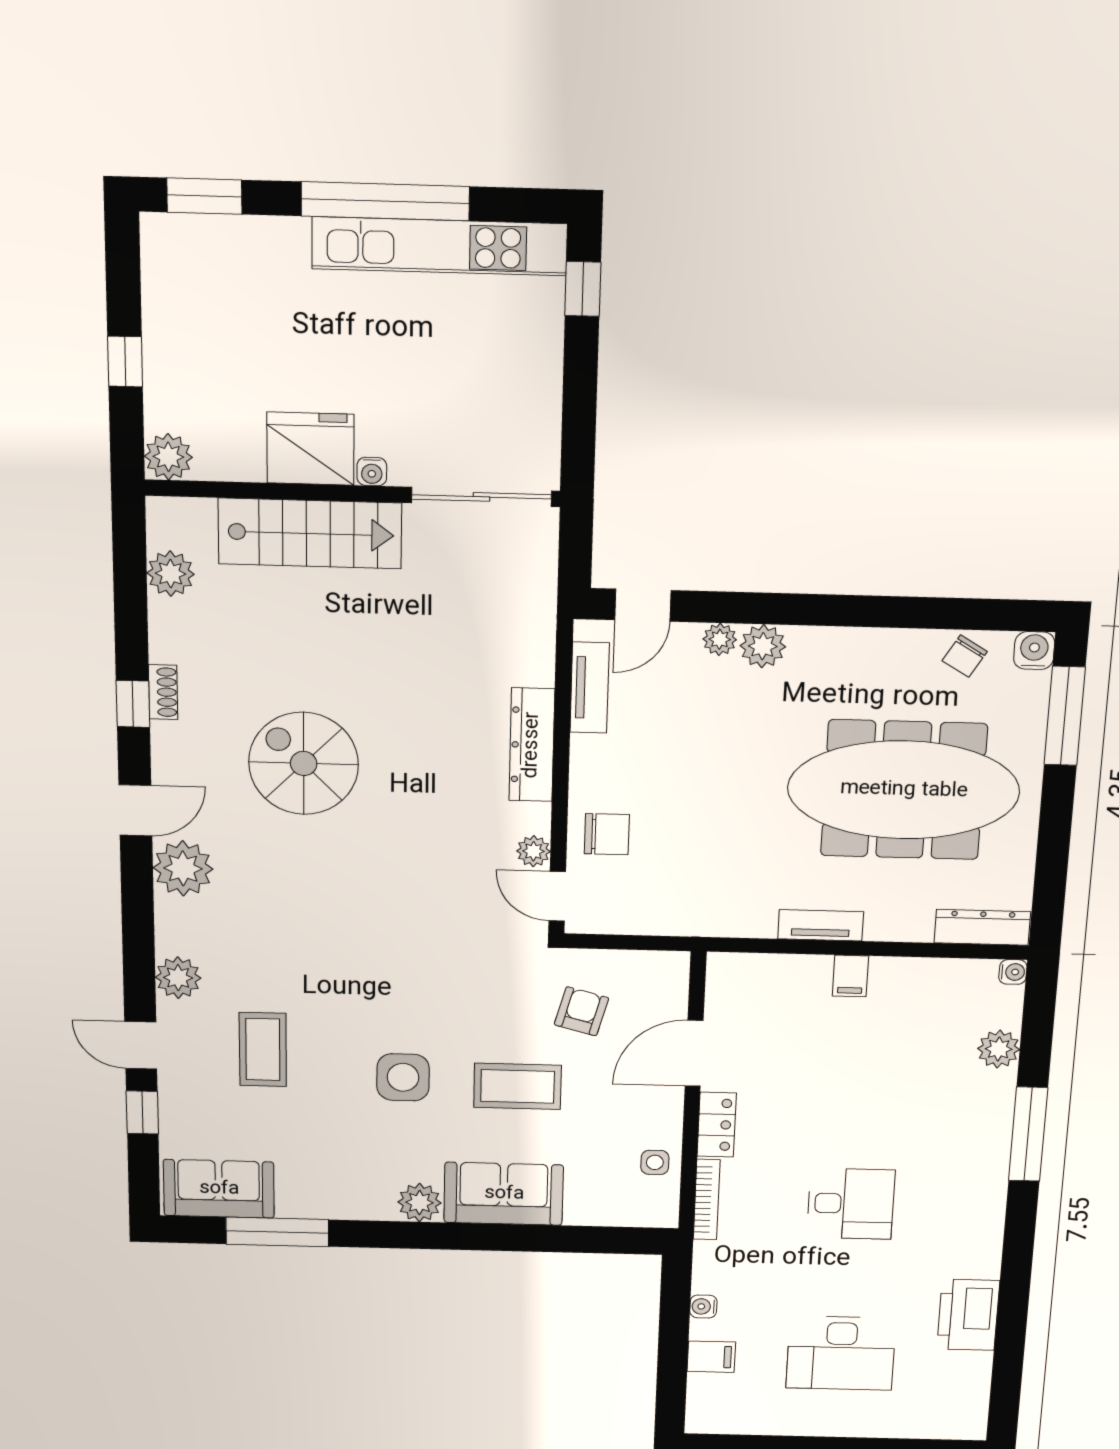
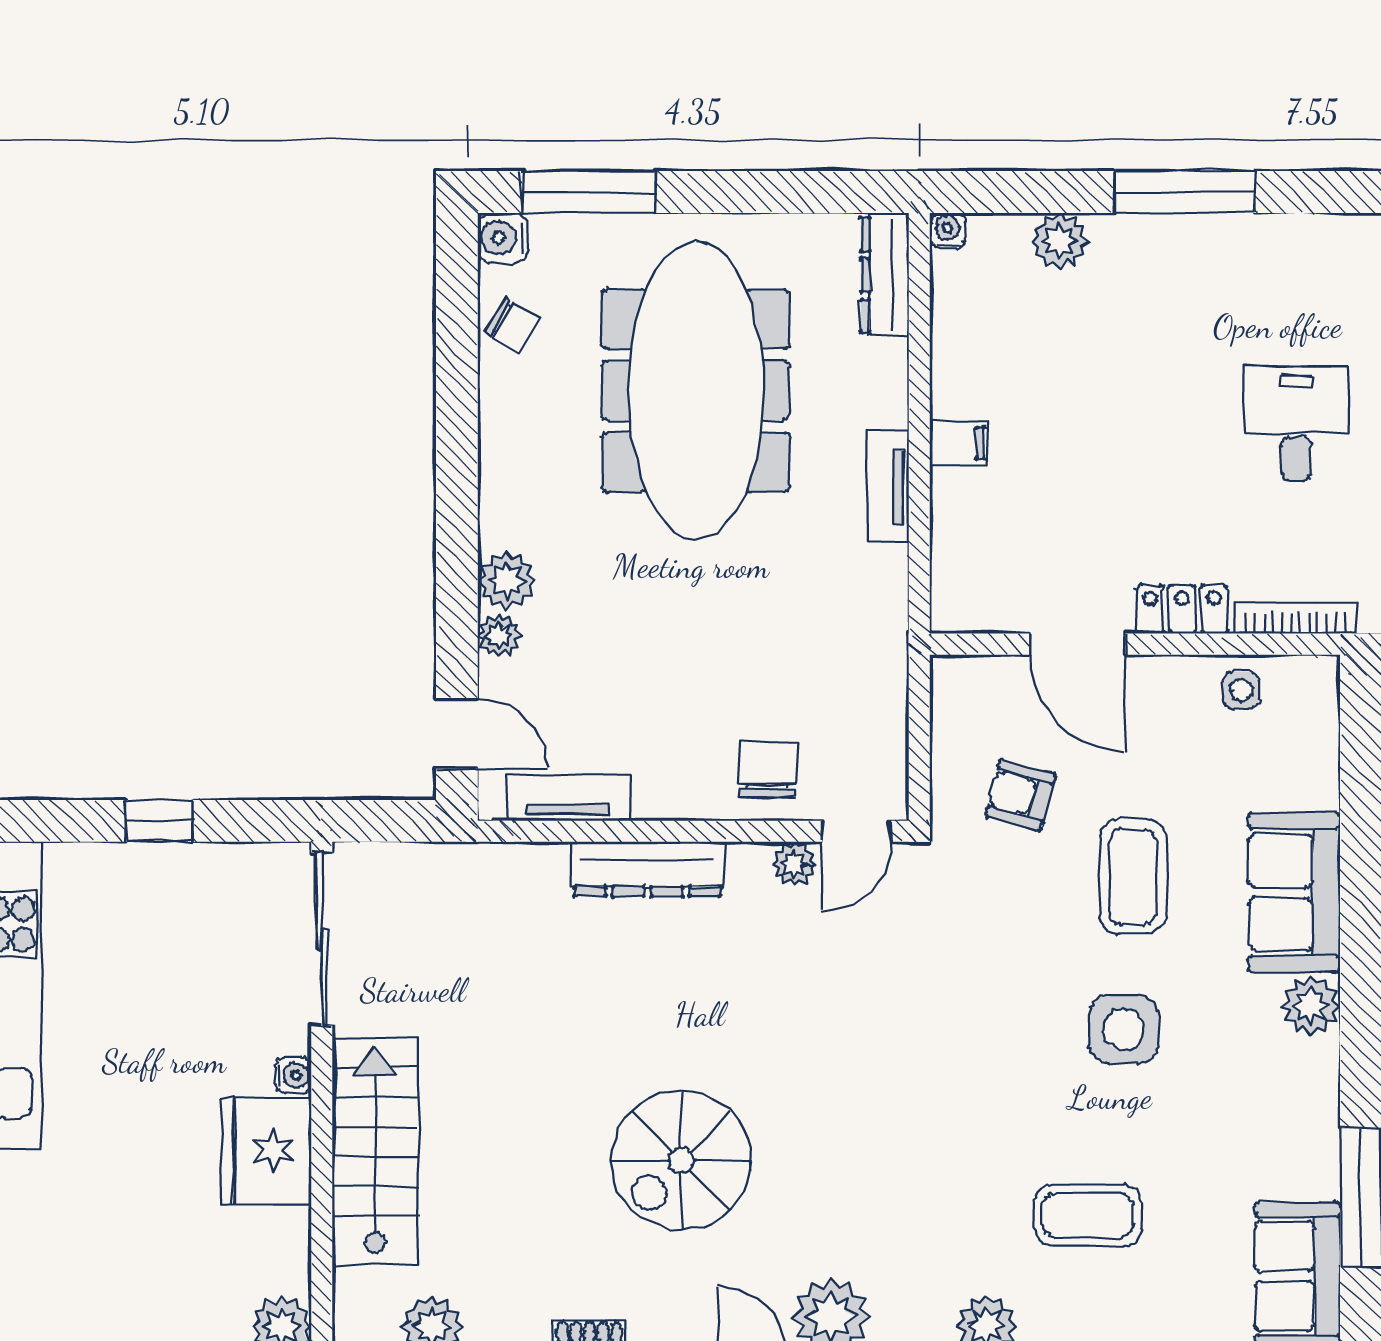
window: (583, 289) -> (160, 821), moved

